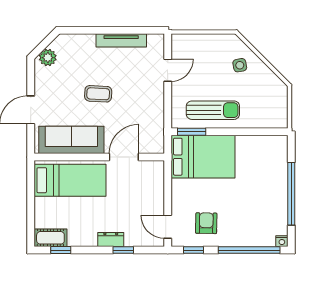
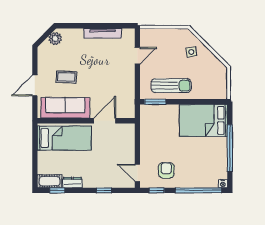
plant: (48, 58) -> (55, 39), moved
coffee table: (98, 94) -> (66, 77), moved
bed: (203, 157) -> (203, 120), moved, turned 180
dresser: (111, 240) -> (72, 182), moved

